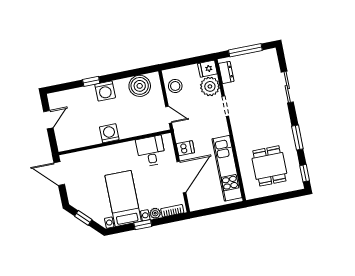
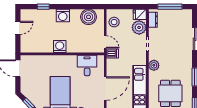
window: (91, 81) -> (43, 7), moved
plant: (240, 133) -> (154, 65), added
dishwasher: (185, 148) -> (112, 53), moved

